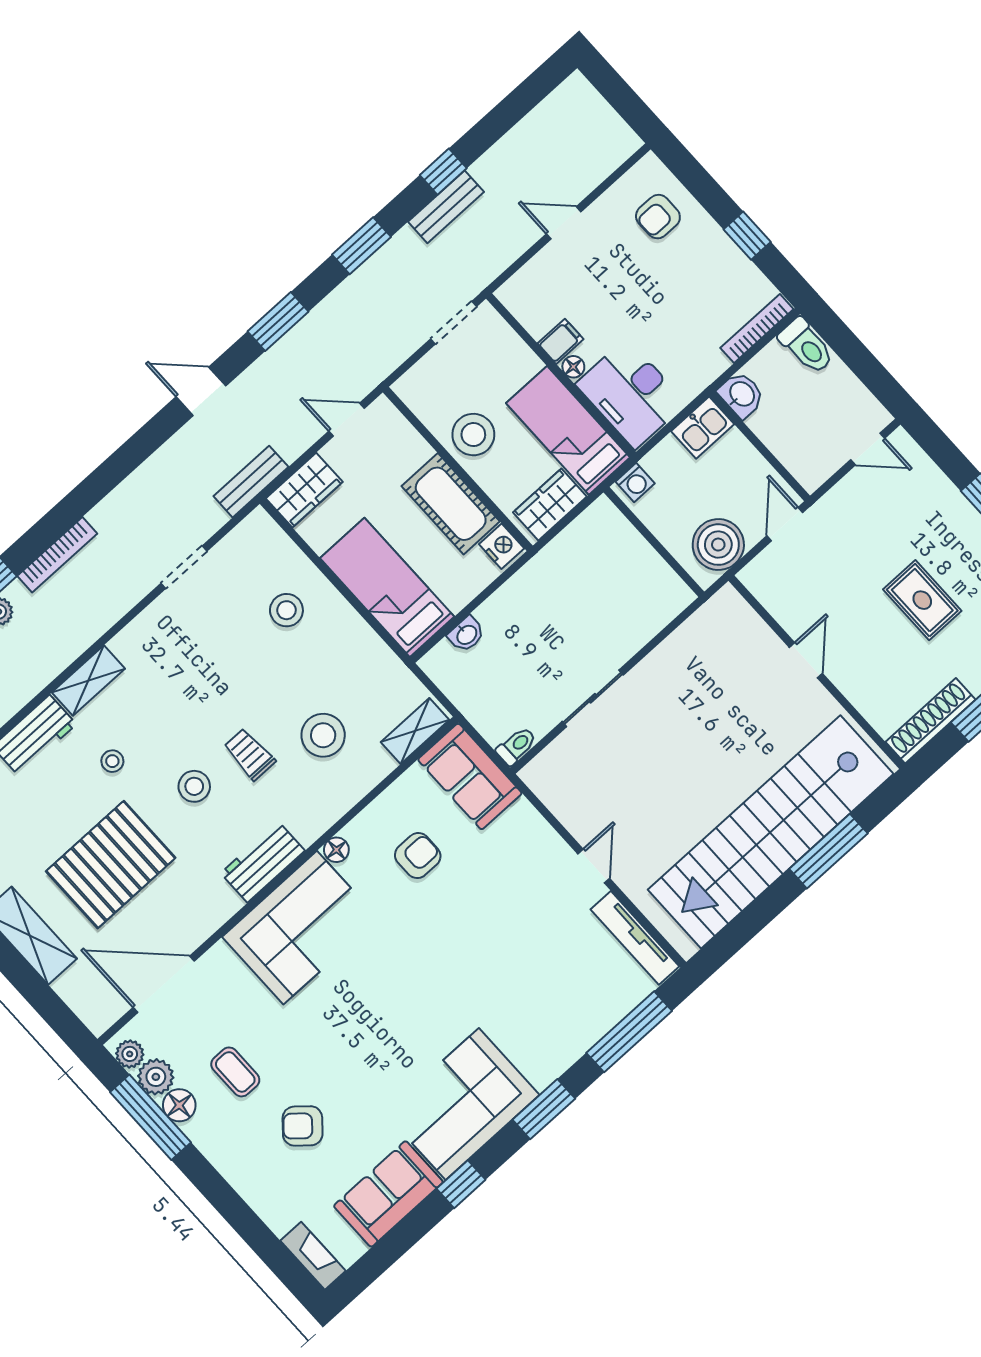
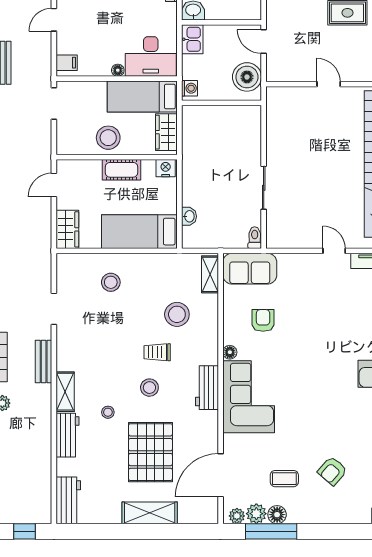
filing cabinet: (561, 341) -> (67, 63), moved, turned 90
bench: (251, 482) -> (44, 361), moved
cot: (451, 504) -> (122, 170), width x0.73, depth x0.75

